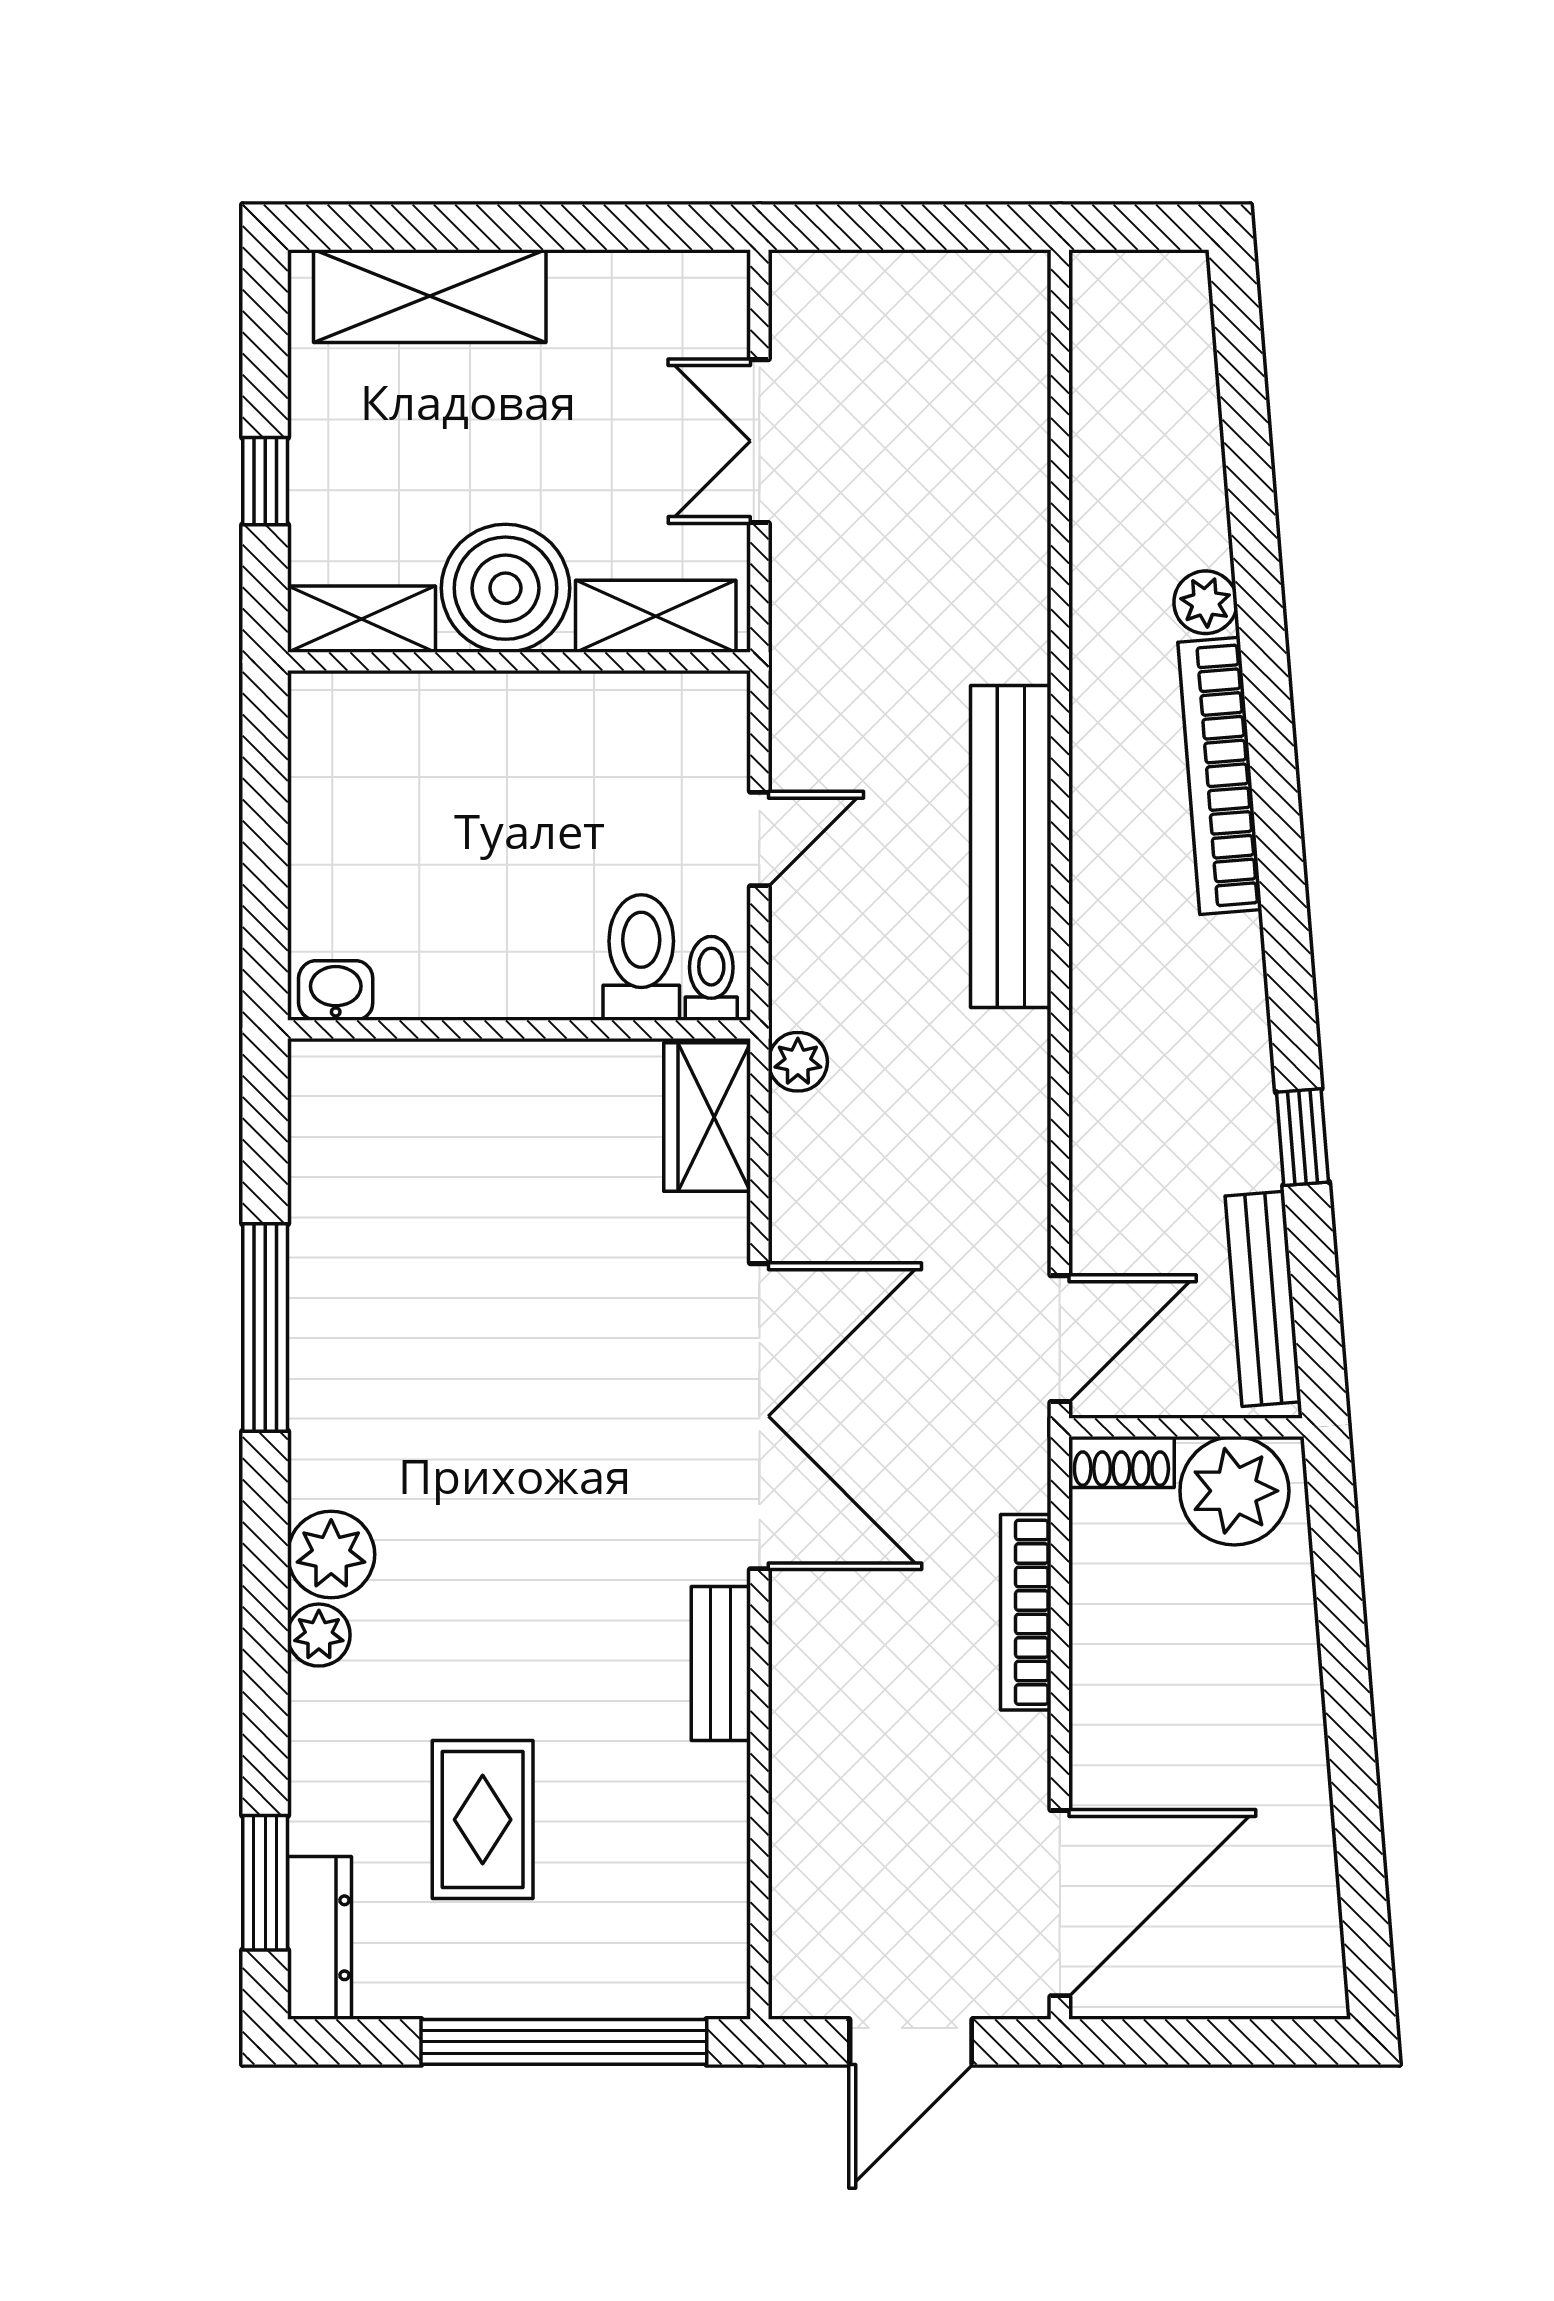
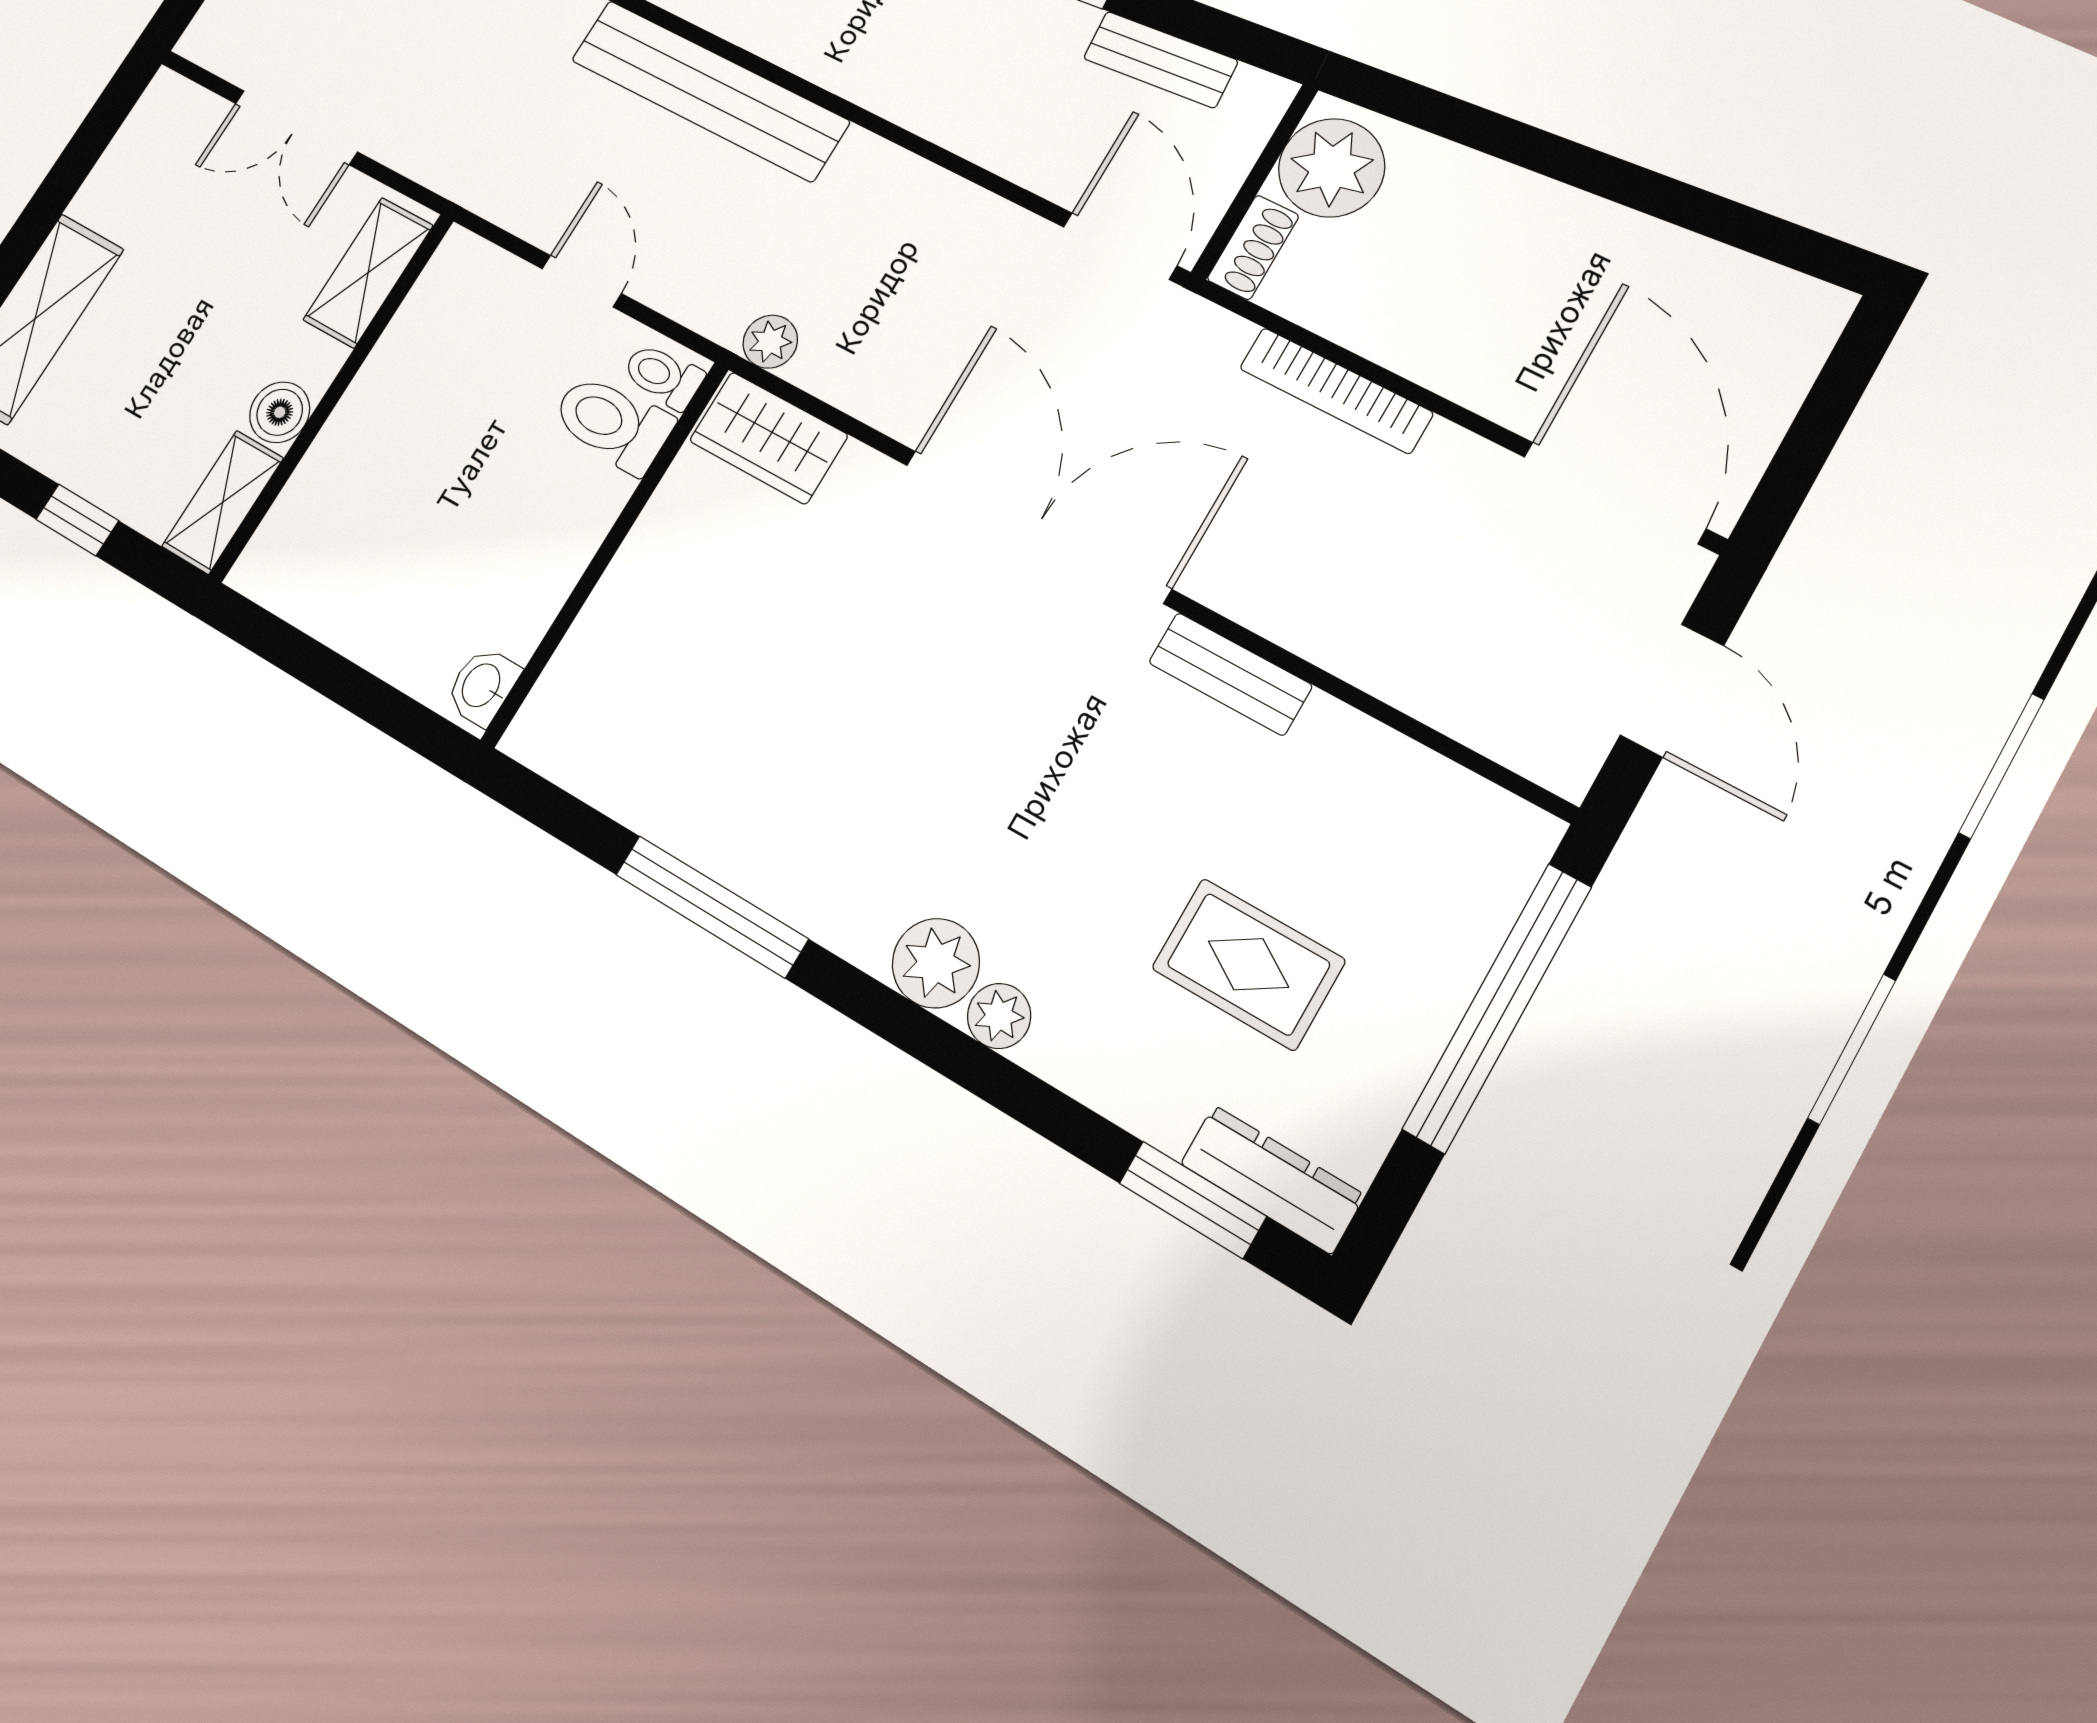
boiler: (505, 588) -> (280, 412), width x0.54, depth x0.54
bench: (1263, 1299) -> (1161, 60), width x0.73

